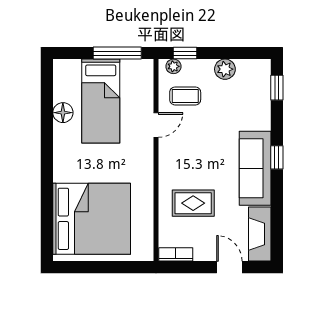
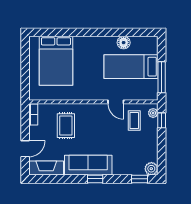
plant: (225, 69) -> (151, 169), moved
bed: (92, 219) -> (56, 61), width x0.73

